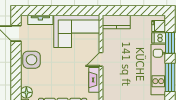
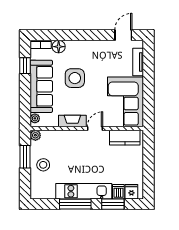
kitchen counter: (116, 22) -> (125, 138), moved, turned -90
door: (101, 59) -> (95, 128), hinge flipped
side table: (31, 60) -> (75, 78), moved

